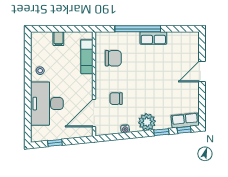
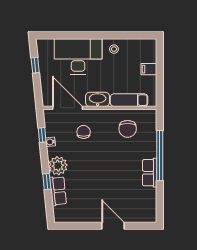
washbasin: (86, 86) -> (98, 99), added
row of seats: (185, 120) -> (58, 191), moved
window: (184, 130) -> (42, 135), moved

